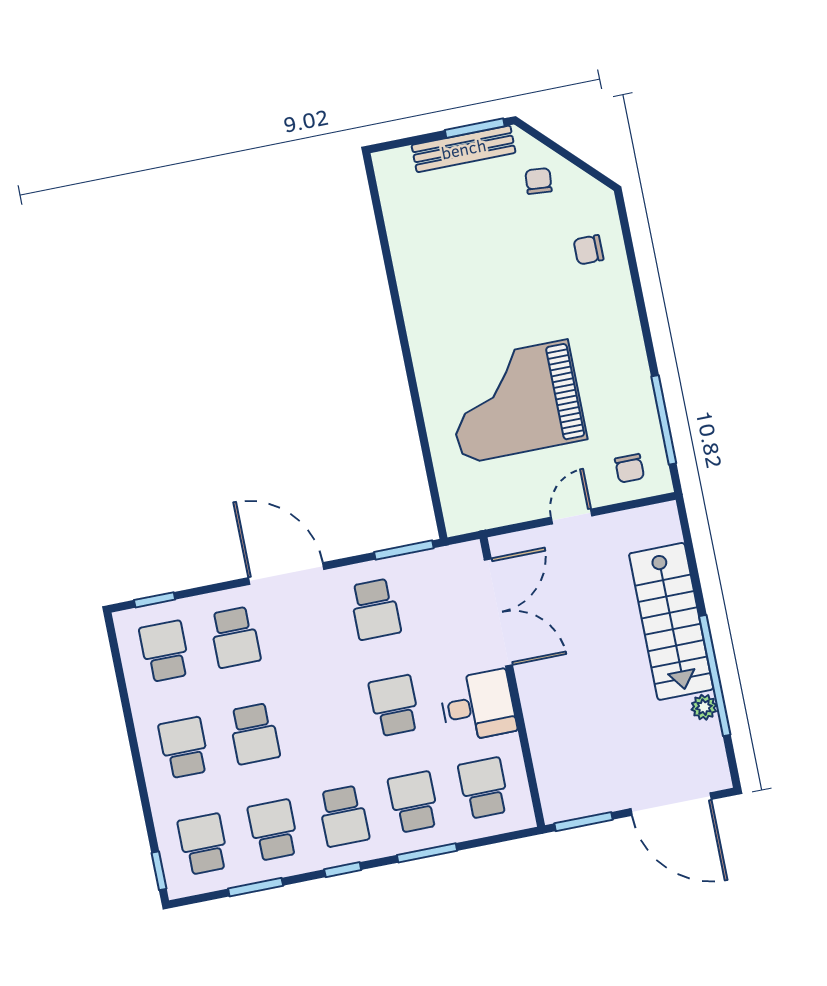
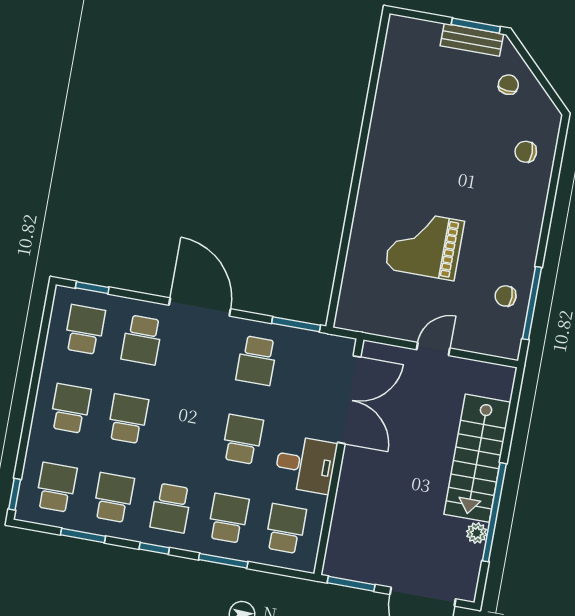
bench: (464, 149) -> (472, 40), width x0.73
grand piano: (515, 402) -> (425, 245), width x0.73, depth x0.68
chair: (629, 468) -> (506, 296), moved, turned 90
school desk: (254, 734) -> (128, 419), turned 180

